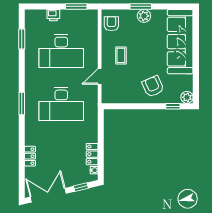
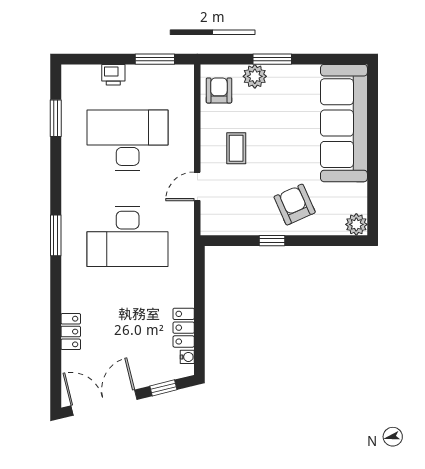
plant: (144, 16) -> (255, 76), moved
desk: (61, 51) -> (128, 140), turned 180
window: (173, 106) -> (272, 241), moved

